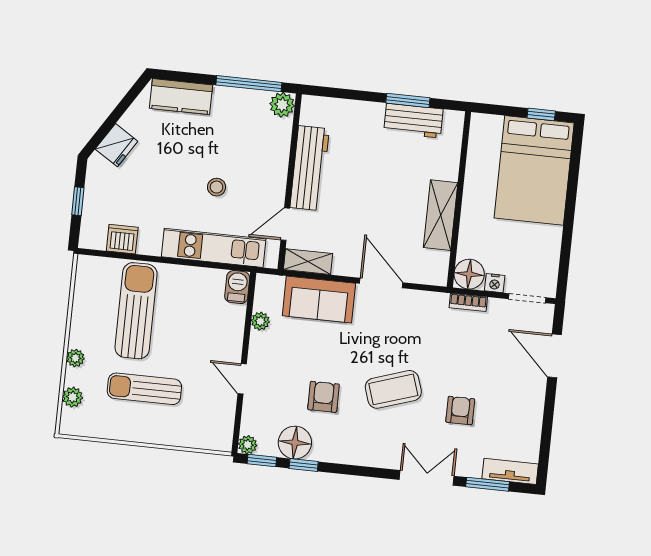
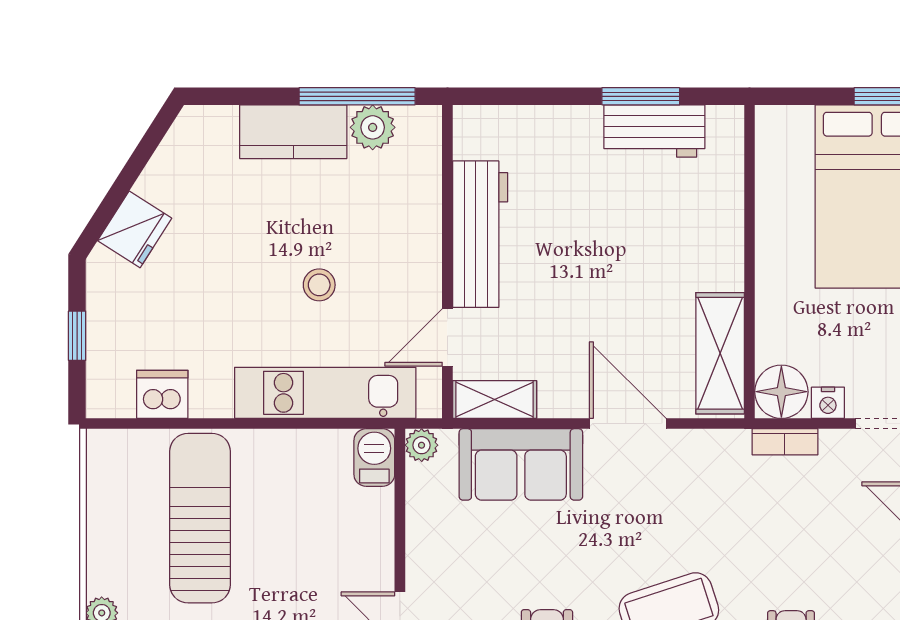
kitchen counter: (181, 97) -> (293, 132), moved
plant: (282, 105) -> (373, 127), moved
shelving: (441, 215) -> (720, 353), moved
plant: (260, 321) -> (422, 445), moved

